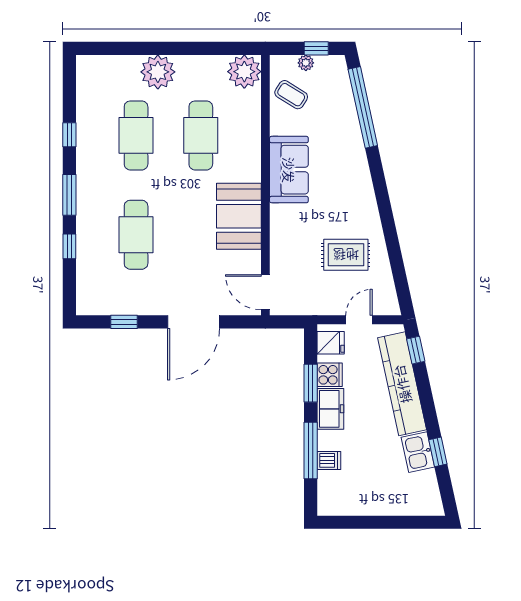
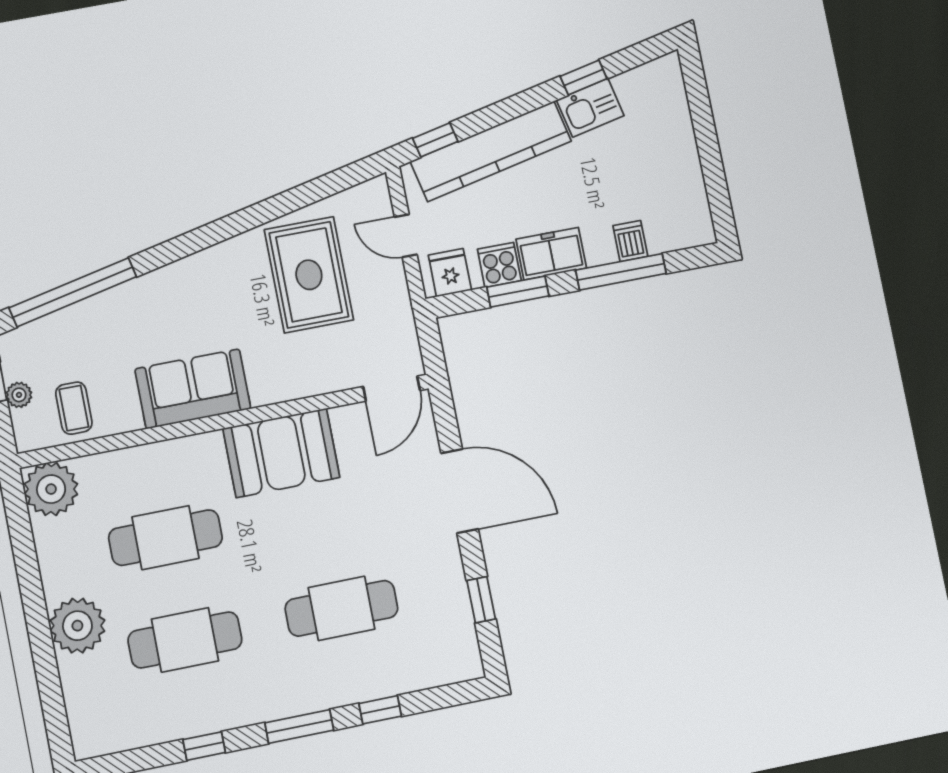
coffee table: (291, 95) -> (74, 408), turned -32
rug: (346, 255) -> (309, 275), width x1.36, depth x1.43

